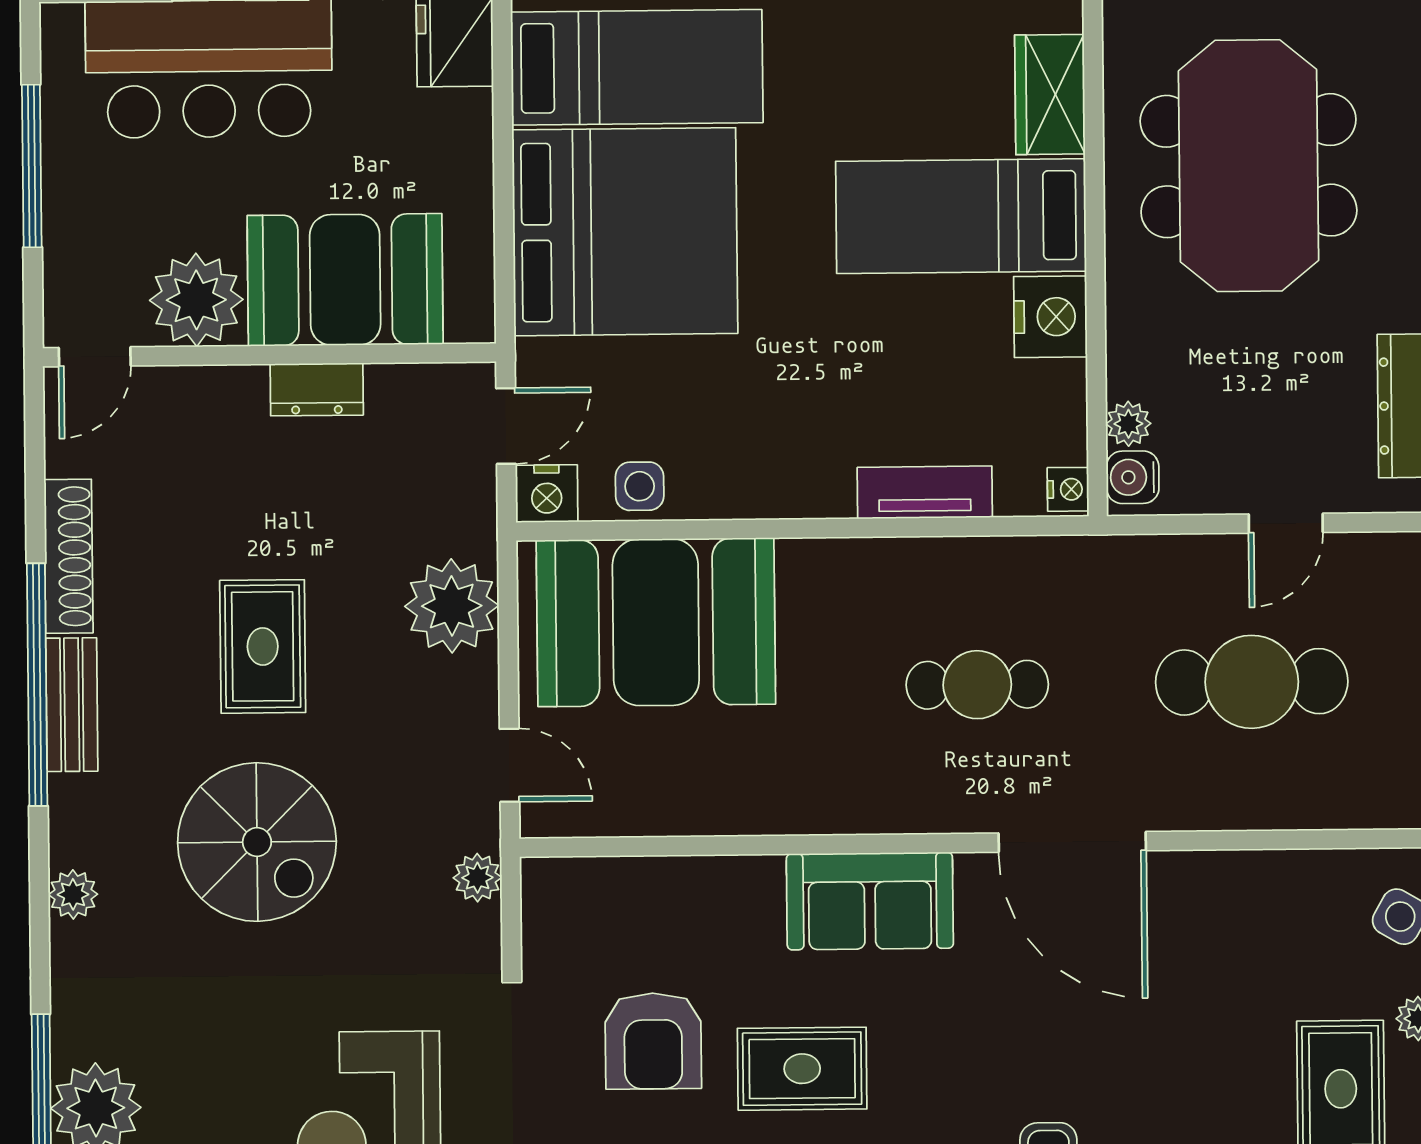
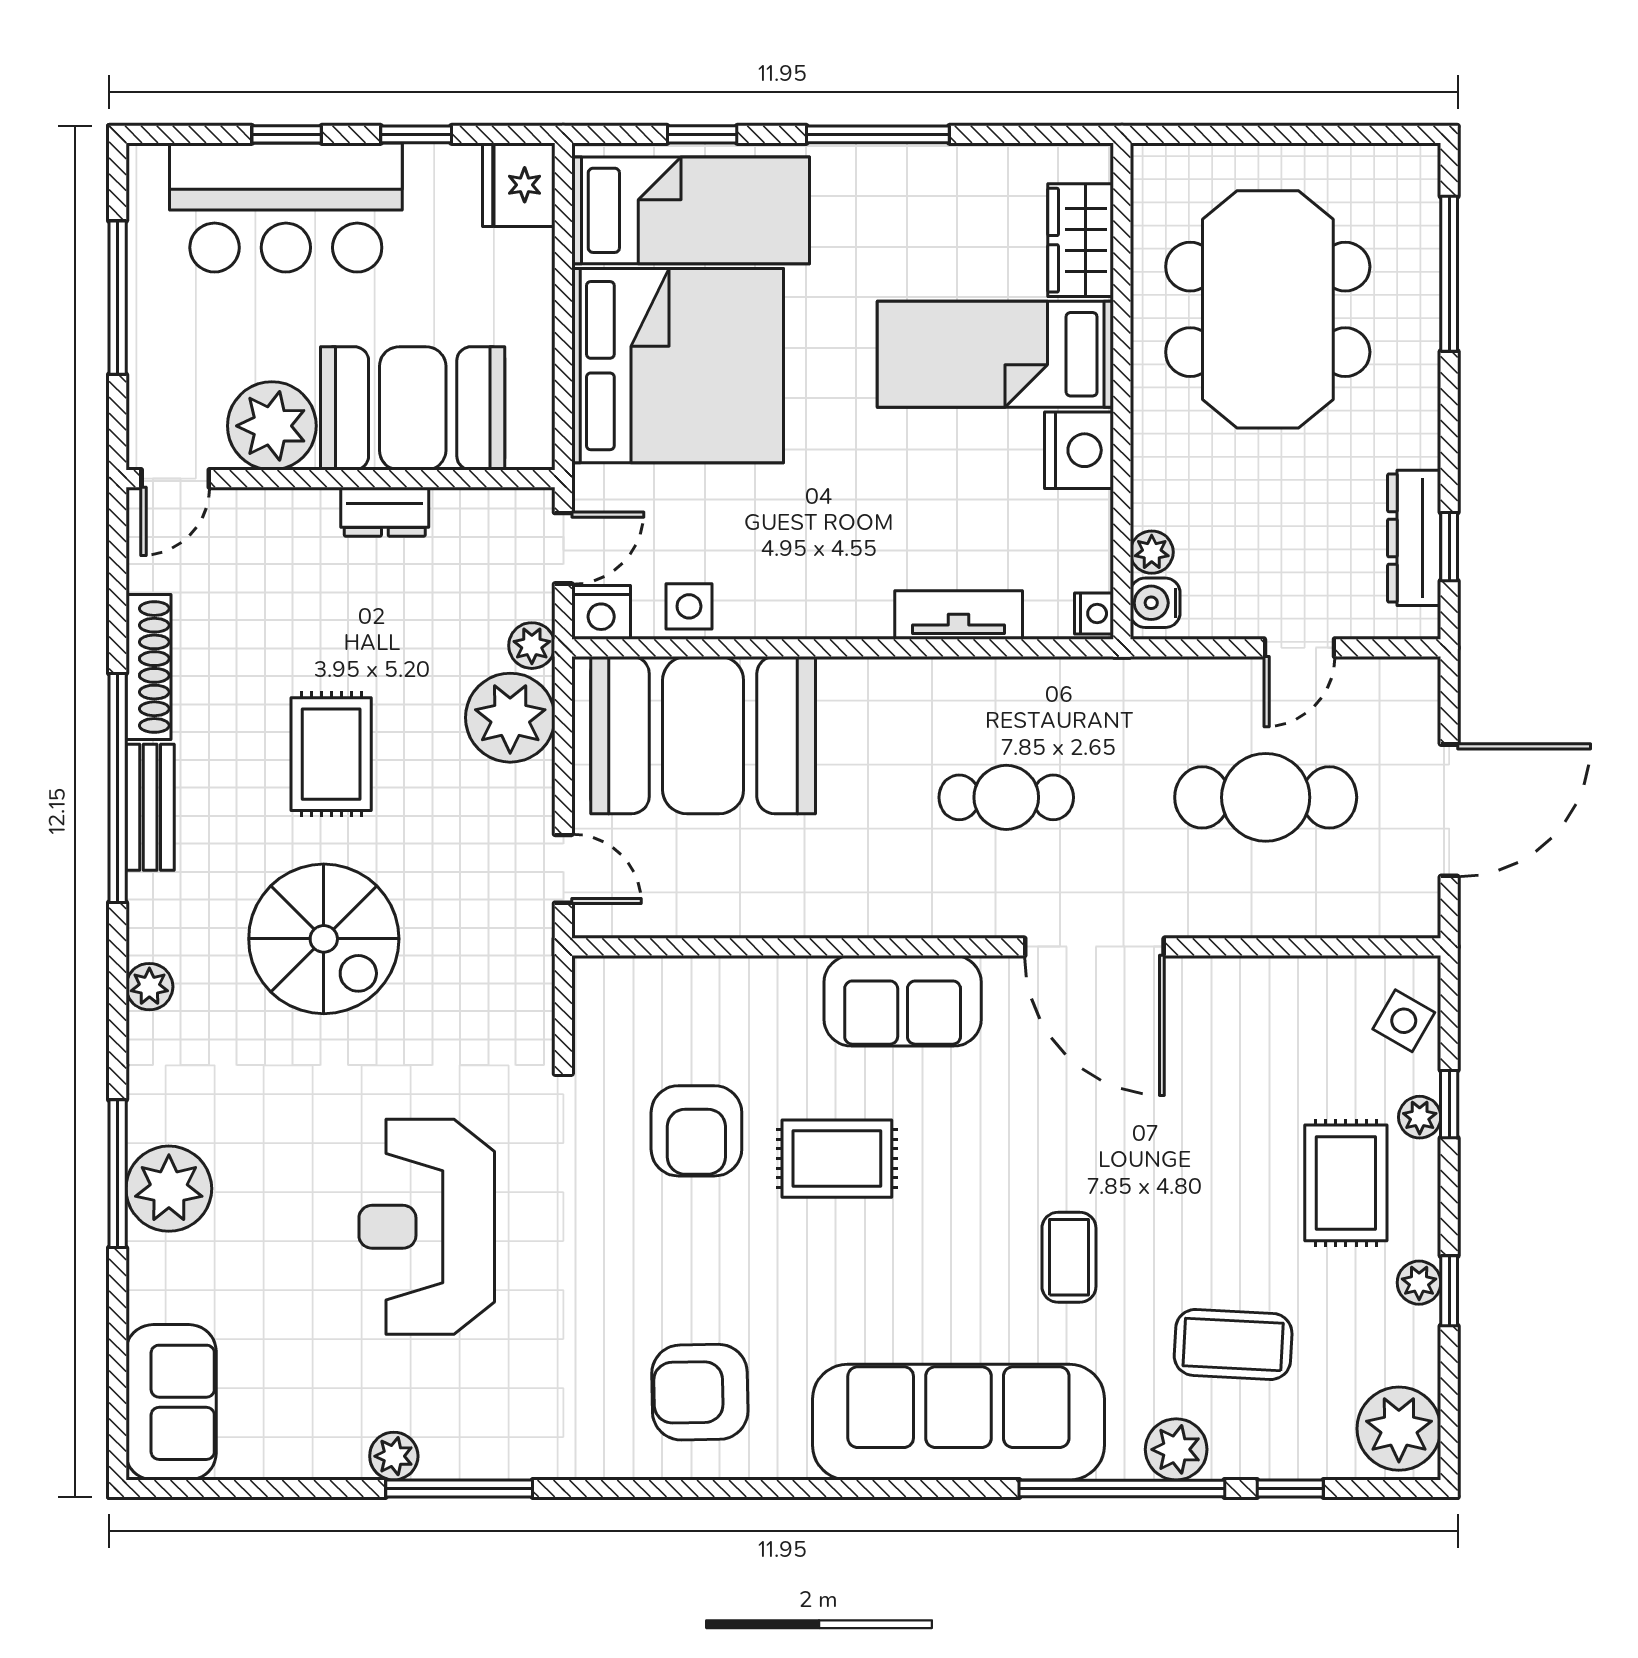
plant: (477, 878) -> (532, 646), moved

